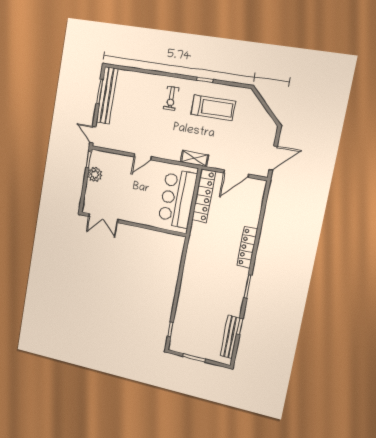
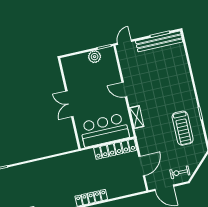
exercise bike: (171, 98) -> (180, 172), moved
shelving: (194, 158) -> (137, 117), moved
door: (236, 174) -> (142, 166), swing flipped
double door: (103, 218) -> (69, 104), moved

